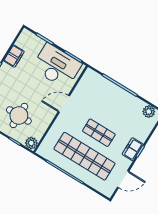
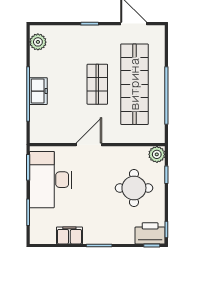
door: (64, 104) -> (89, 145), swing flipped
freezer: (133, 149) -> (38, 91), moved, turned -90

